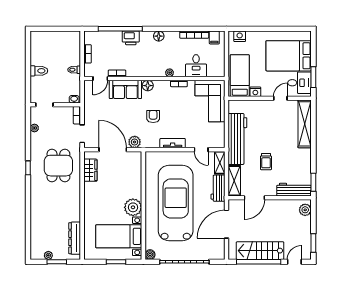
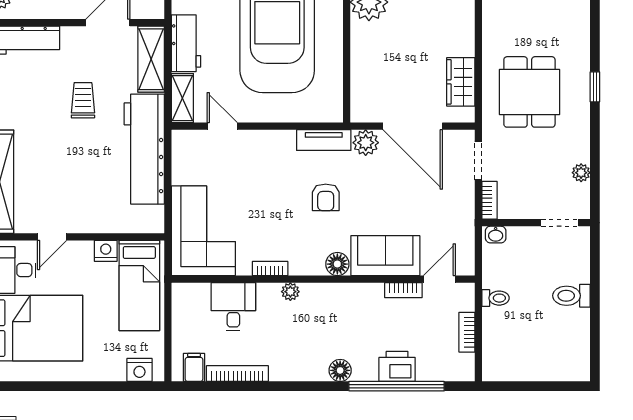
floor lamp: (159, 36) -> (340, 370), moved
printer: (131, 38) -> (397, 366), moved
tv unit: (173, 143) -> (324, 140), moved

